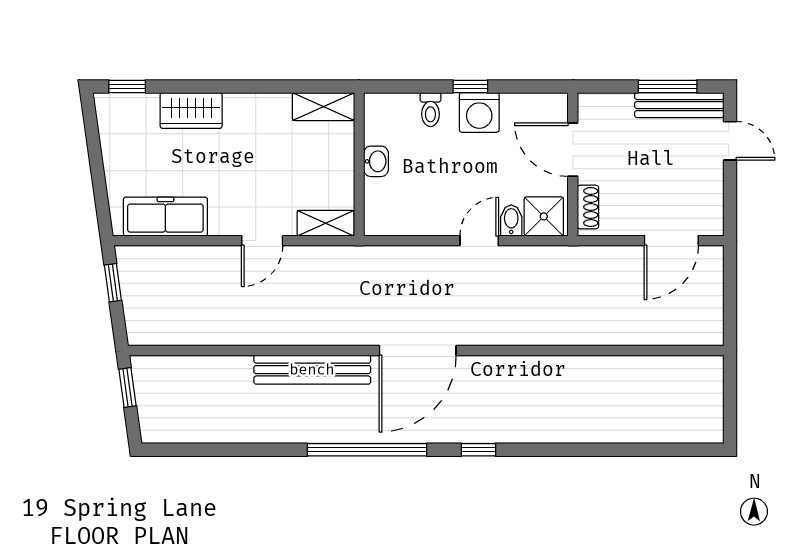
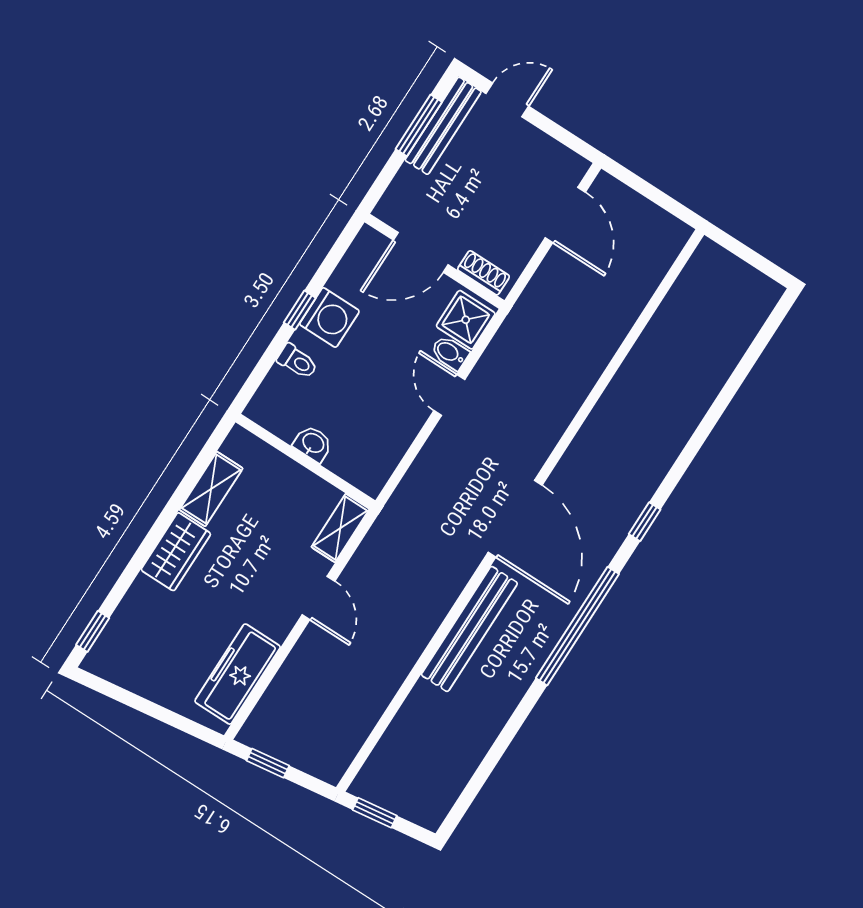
shelving: (323, 107) -> (211, 489), moved
wardrobe: (191, 110) -> (176, 552), moved

